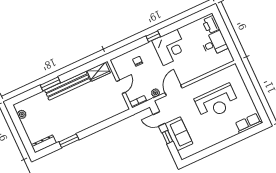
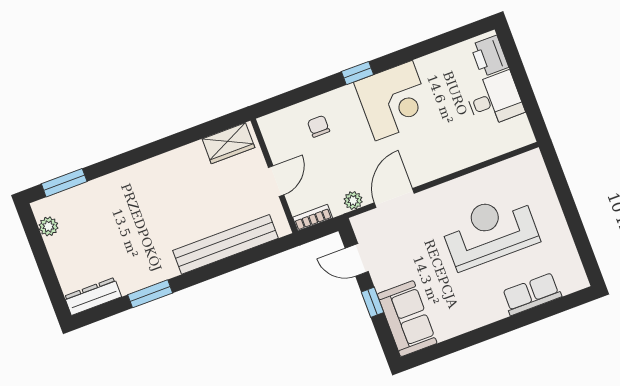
window: (50, 84) -> (64, 183), moved
bench: (68, 86) -> (226, 244), moved
reception desk: (217, 102) -> (490, 231), turned 180
row of seats: (248, 123) -> (532, 294), moved
sofa: (179, 134) -> (407, 319), moved

